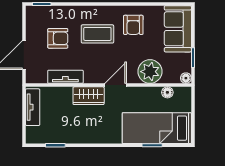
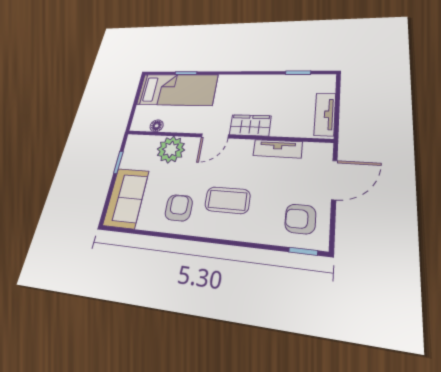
armchair: (58, 38) -> (300, 219), moved
floor lamp: (186, 78) -> (132, 140), removed

